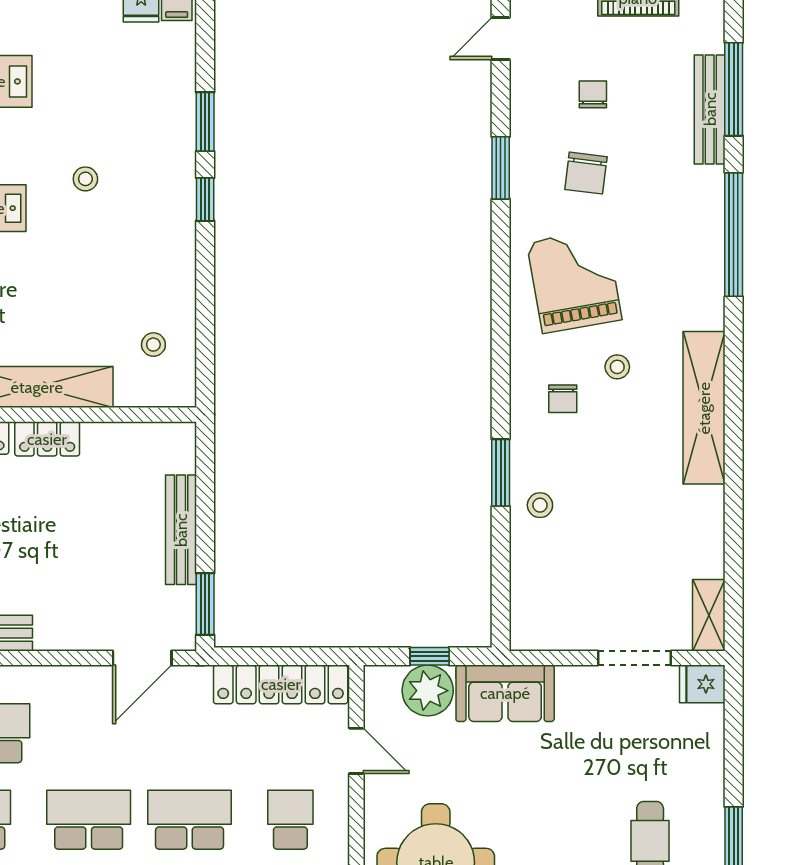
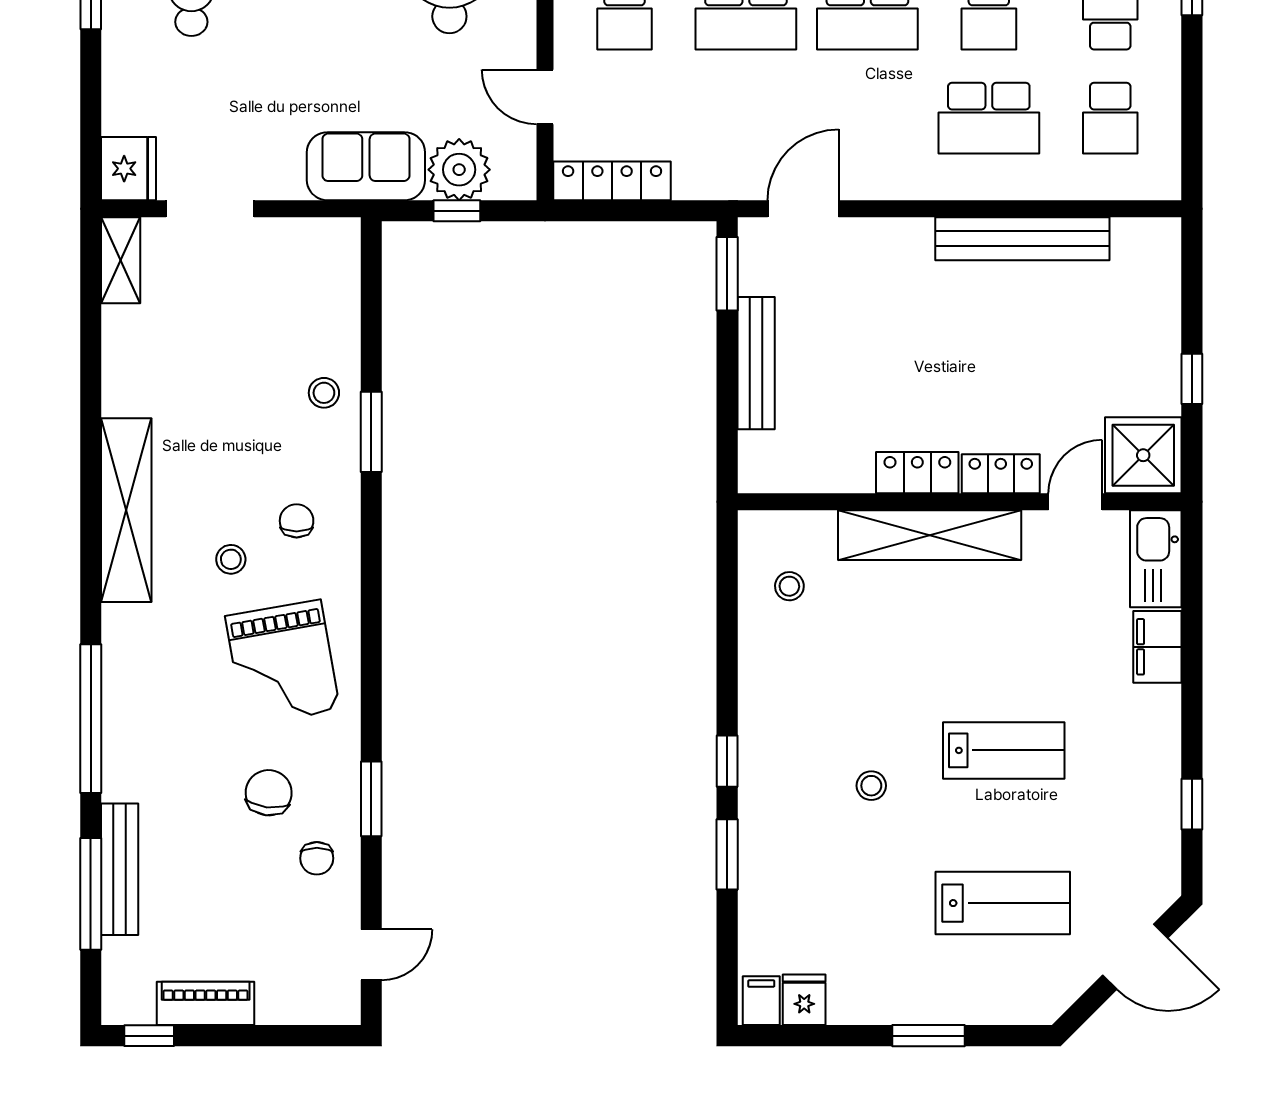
chair: (593, 94) -> (317, 858), moved
locker: (281, 684) -> (612, 181), width x0.71, depth x0.83
fridge: (702, 684) -> (128, 169), width x1.38

